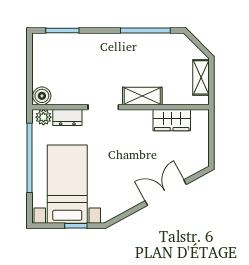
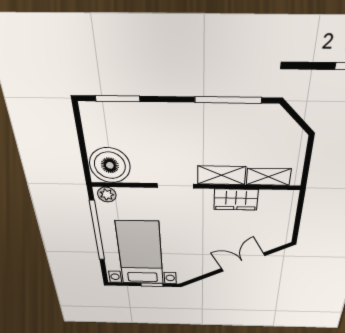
shelving: (201, 77) -> (268, 177), moved, turned 90
boiler: (42, 96) -> (110, 165), width x1.86, depth x1.86
dresser: (67, 117) -> (134, 195), removed
wardrobe: (172, 120) -> (236, 200), moved

